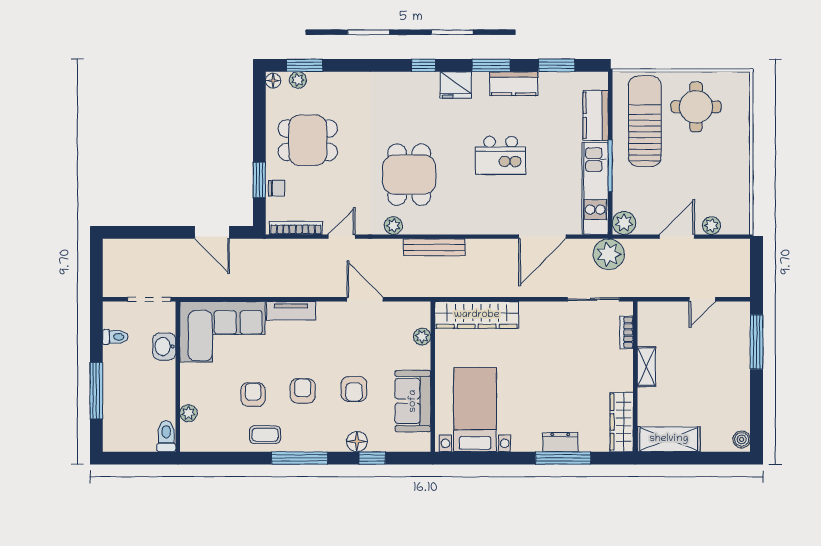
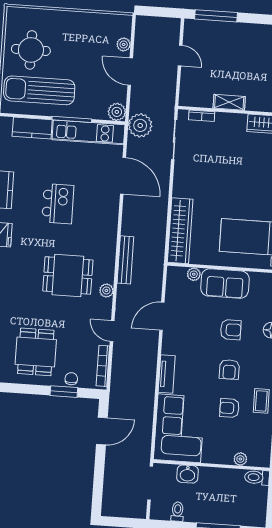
armchair: (303, 391) -> (229, 369), turned -90
sofa: (413, 401) -> (225, 284), moved

